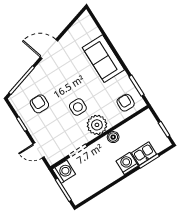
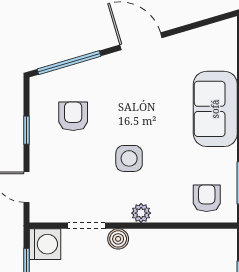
plant: (97, 125) -> (141, 213), width x0.53, depth x0.53
boiler: (113, 137) -> (118, 239), moved

